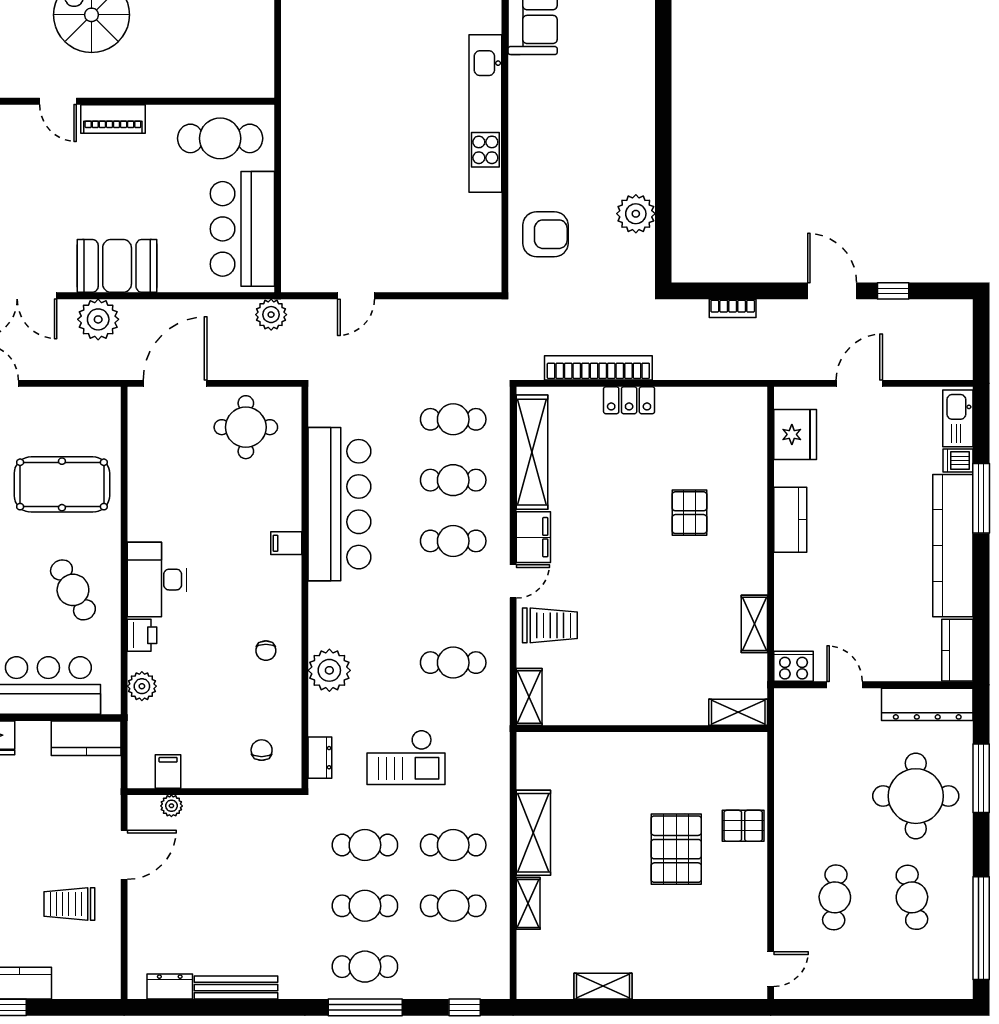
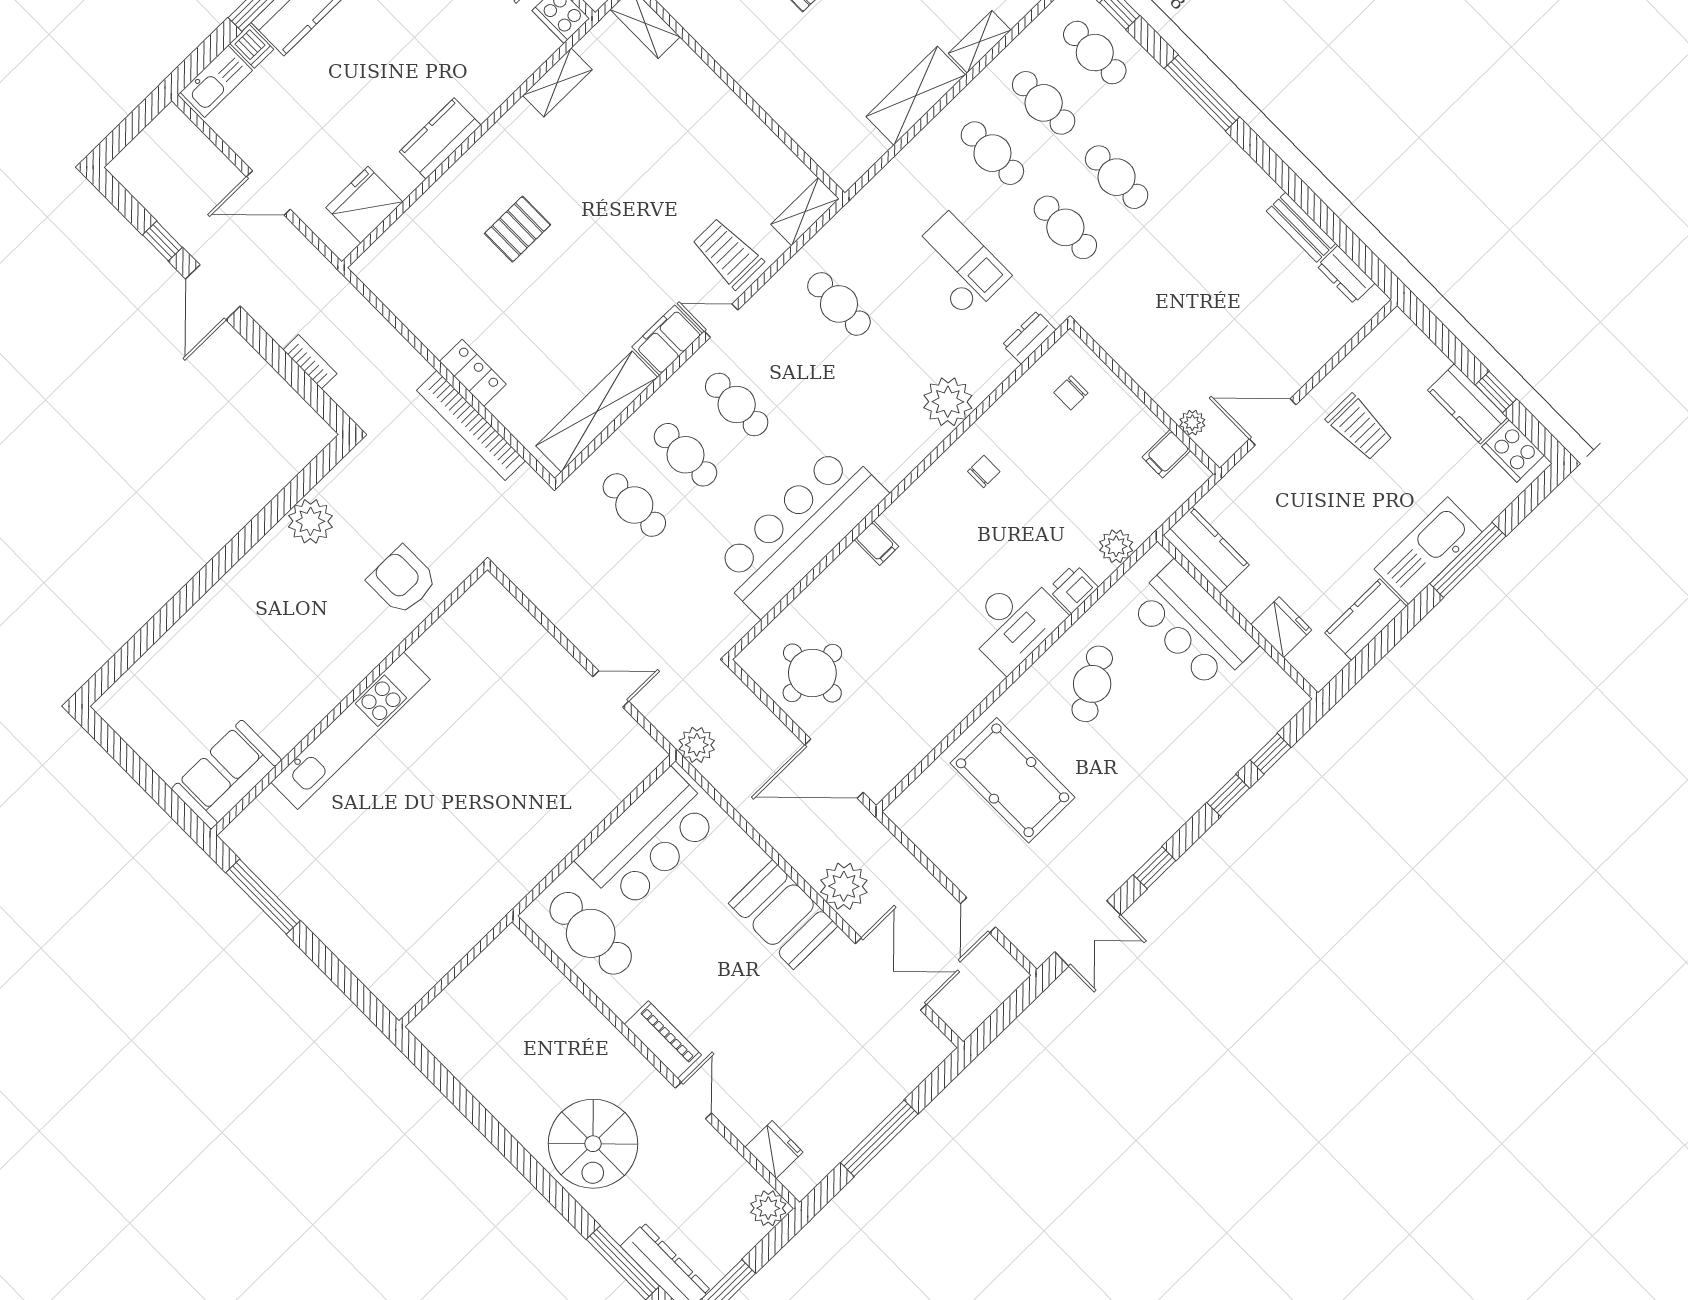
cafe table: (365, 967) -> (1095, 53), moved
bench: (236, 988) -> (1301, 227), width x0.73

